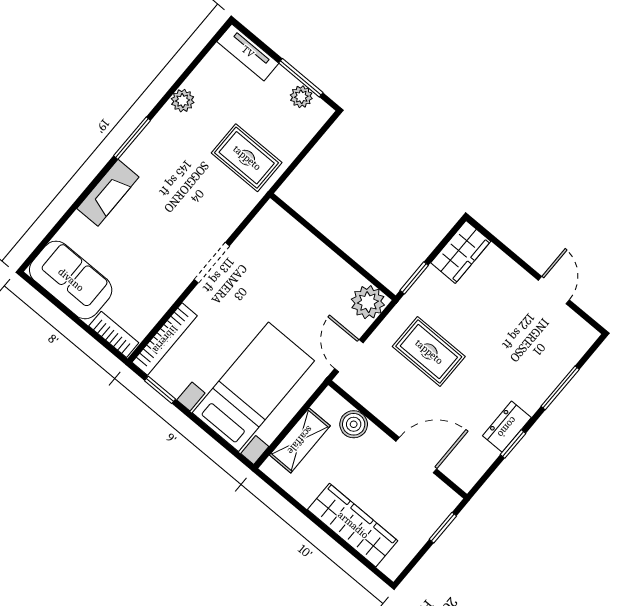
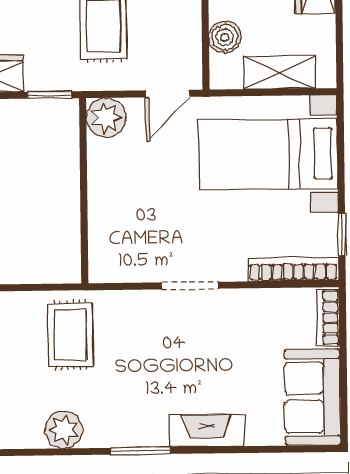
plant: (183, 101) -> (64, 430), width x1.38, depth x1.38

